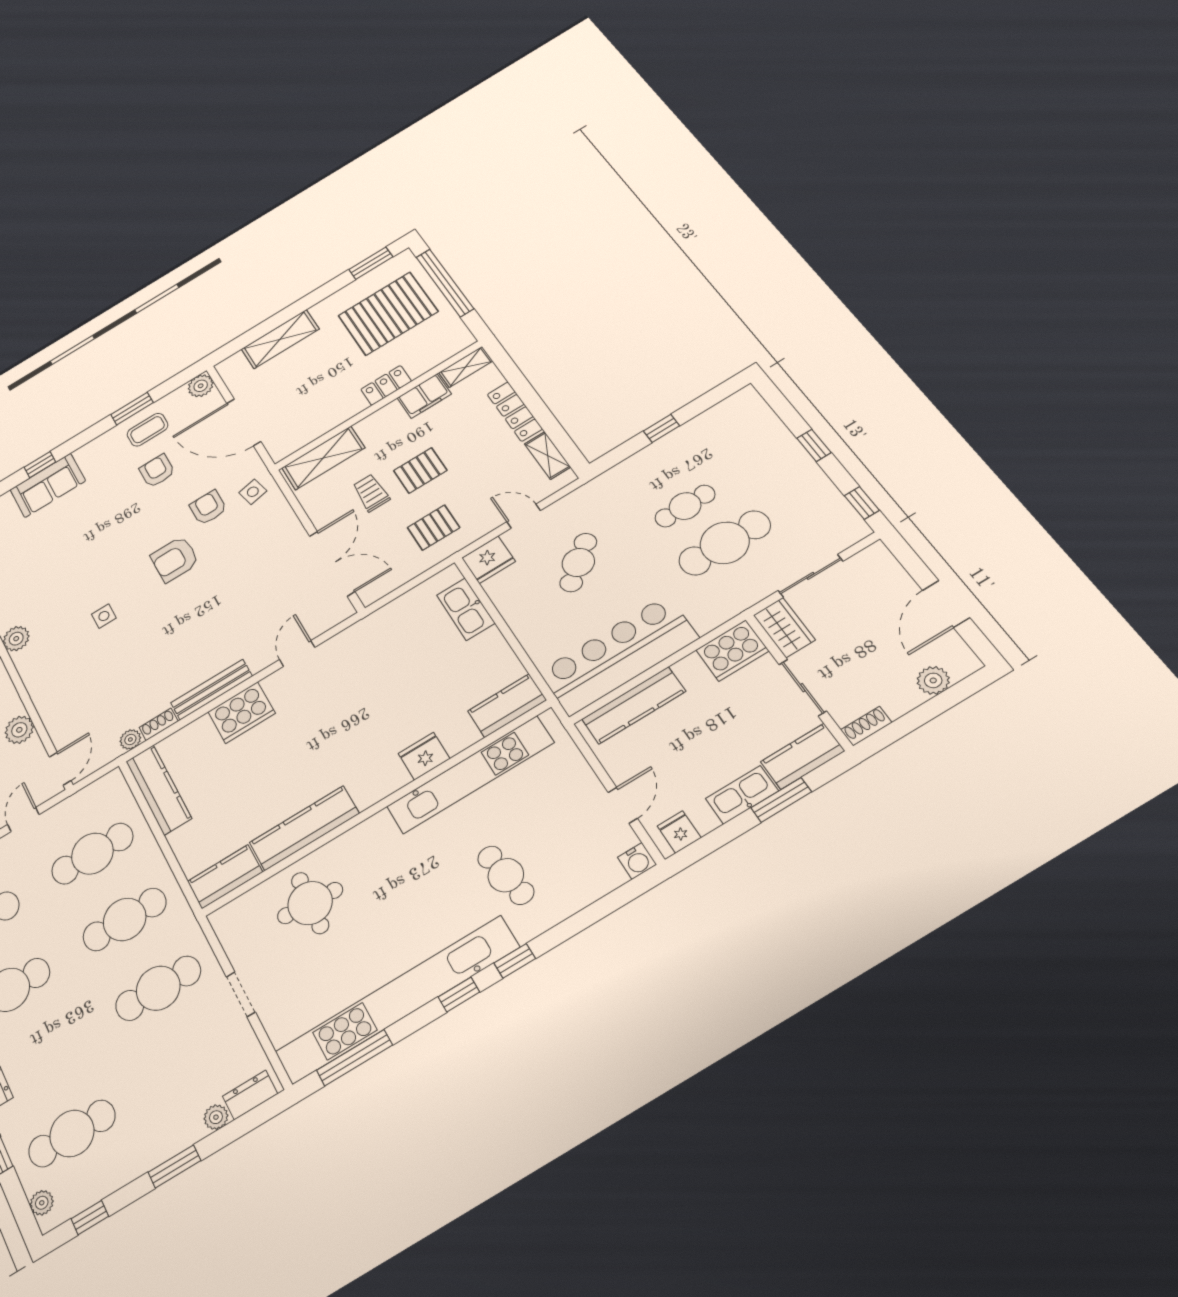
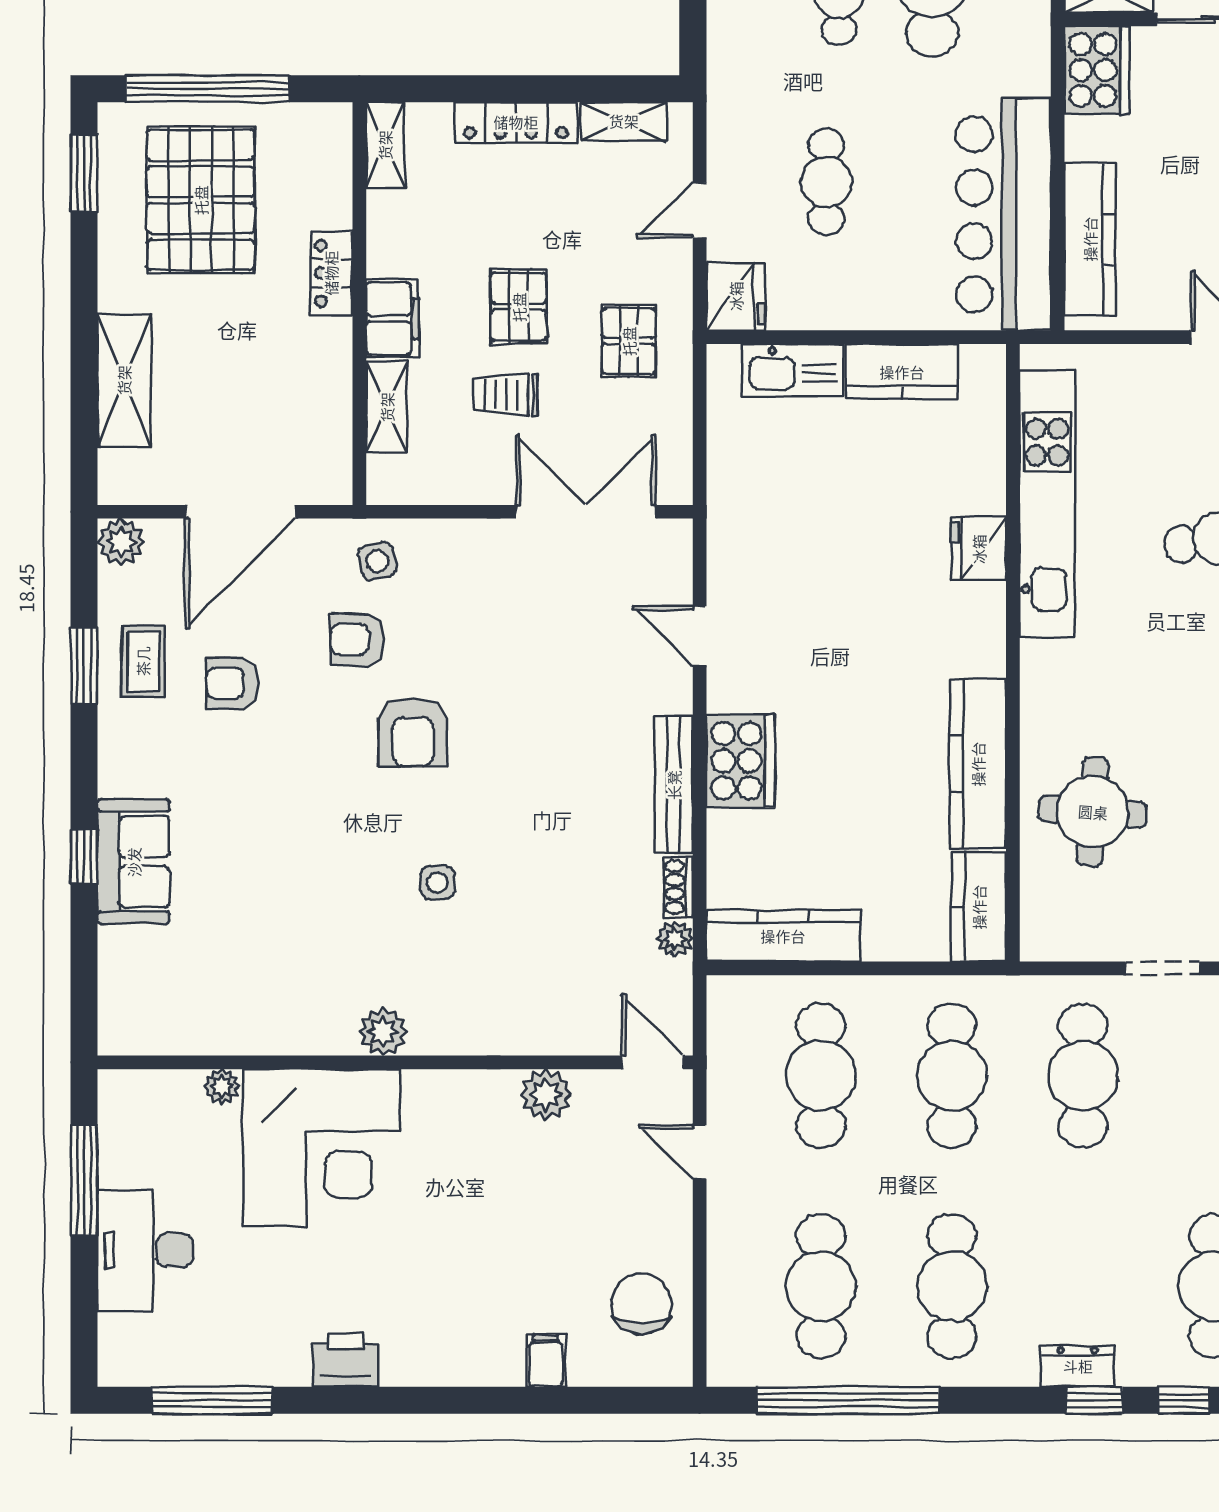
filing cabinet: (424, 396) -> (392, 319), moved
shelving: (323, 458) -> (387, 407), width x0.67, depth x0.75
cafe table: (578, 562) -> (826, 182), turned 42
kitchen counter: (507, 706) -> (902, 372), moved, turned -90

